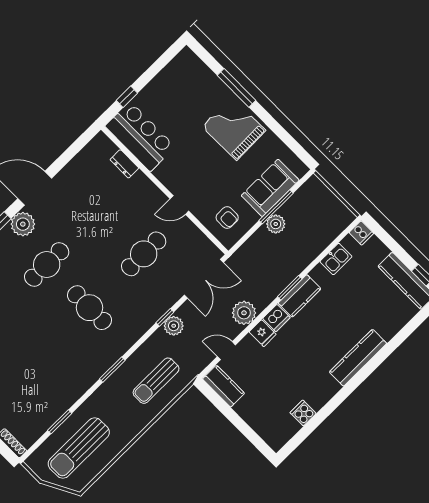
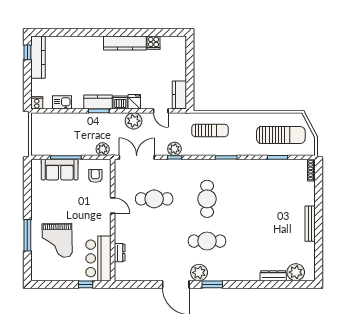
grand piano: (234, 129) -> (57, 240), moved
plant: (276, 224) -> (103, 149), moved
kitchen counter: (358, 358) -> (125, 43), moved

